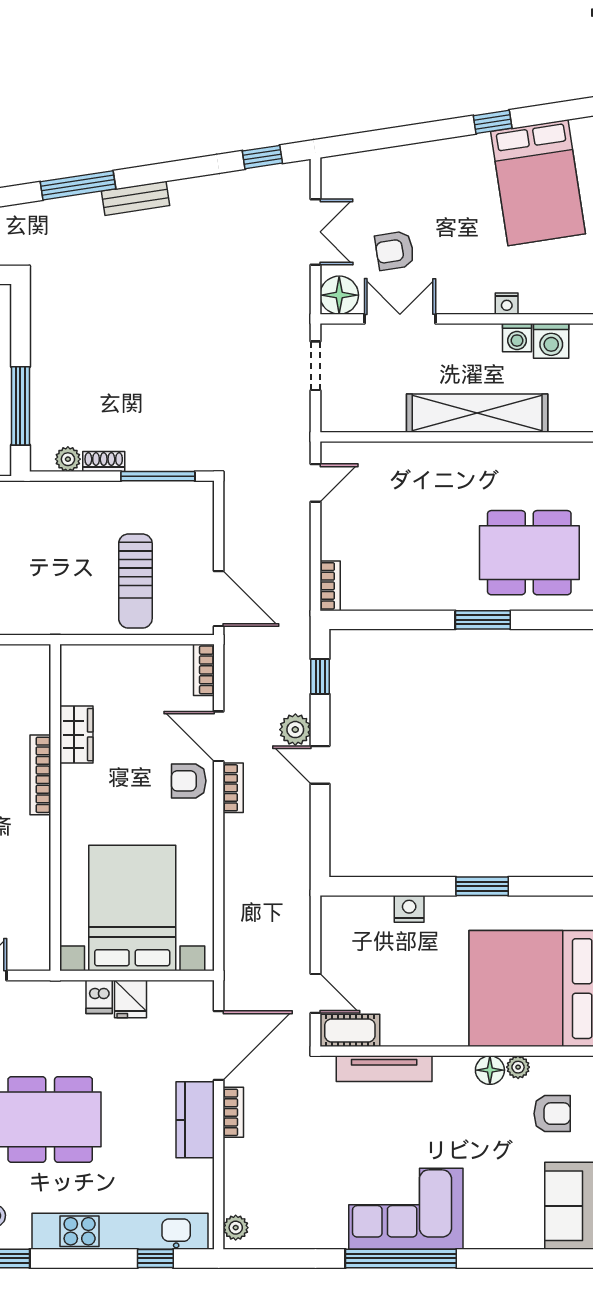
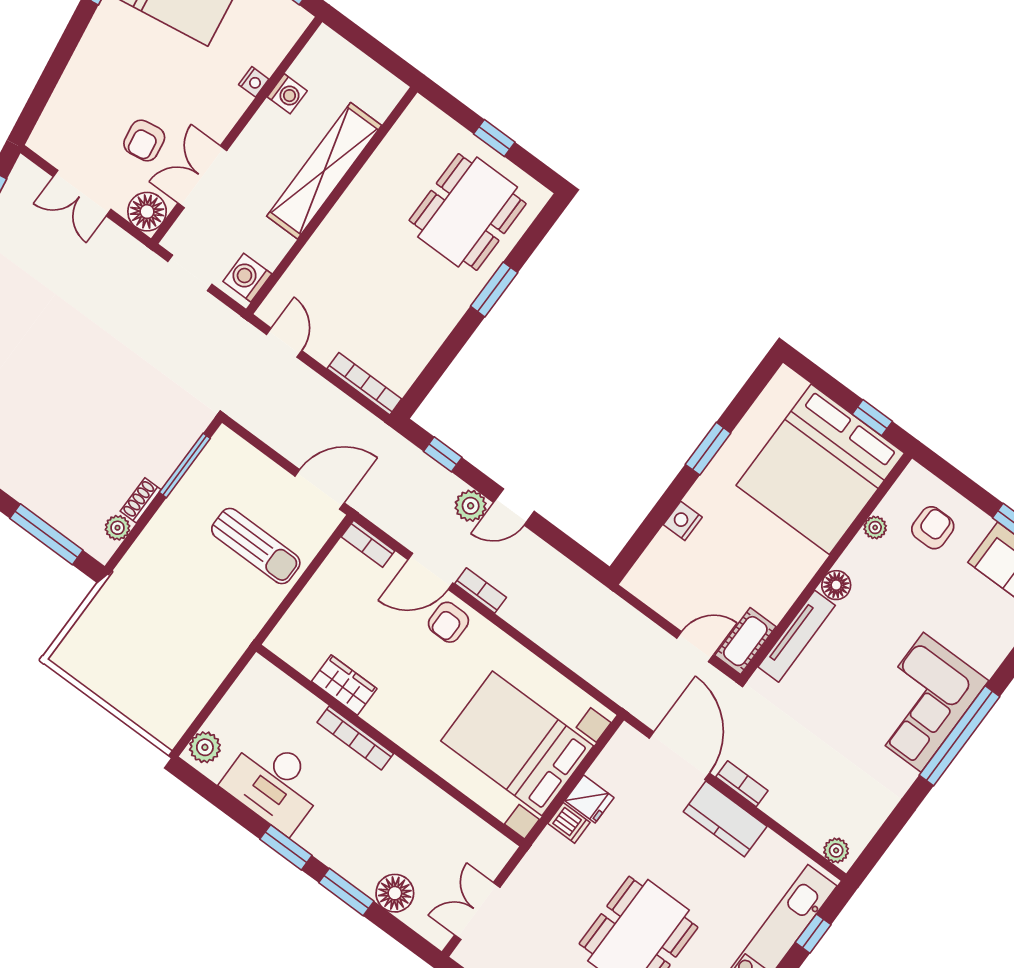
double door: (316, 232) -> (82, 193), swing flipped
washing machine: (551, 341) -> (247, 278), moved, turned 180
bookcase: (330, 586) -> (364, 384), width x1.56
floor lamp: (490, 1070) -> (836, 585), moved

